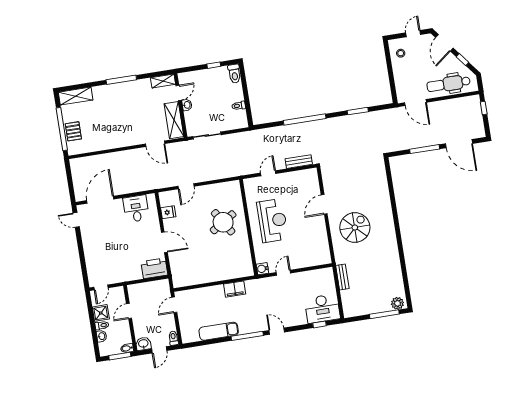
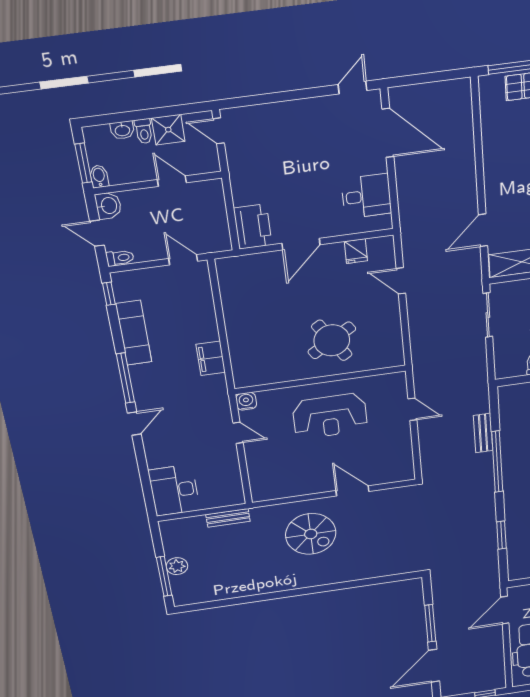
bench: (299, 162) -> (483, 433), moved
plant: (397, 303) -> (177, 566), moved
window: (319, 324) -> (109, 294), moved

